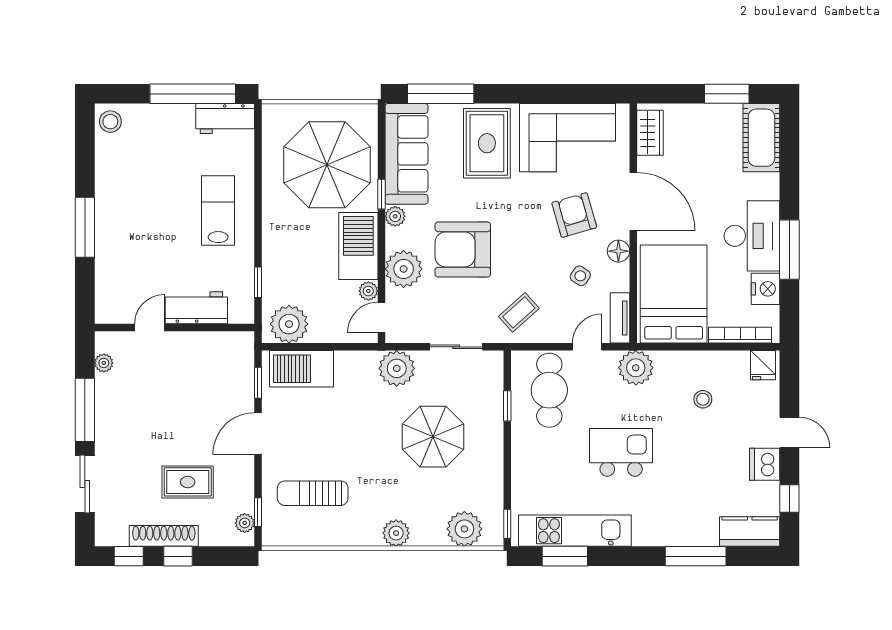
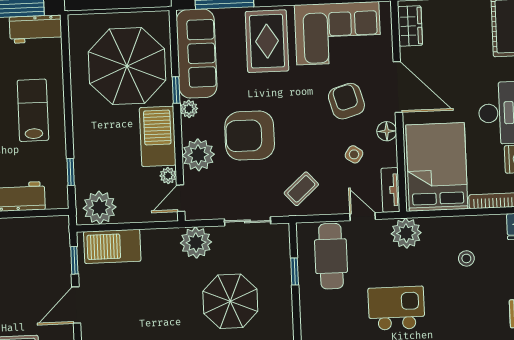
door: (587, 347) -> (363, 217), hinge flipped

